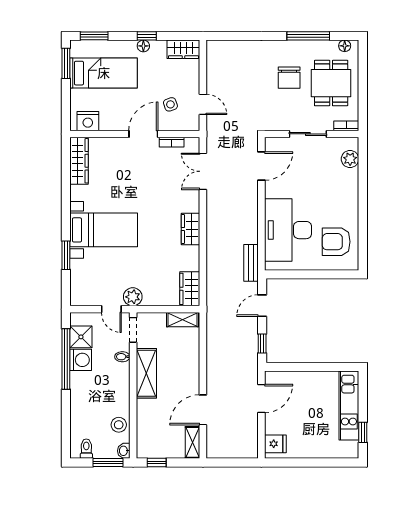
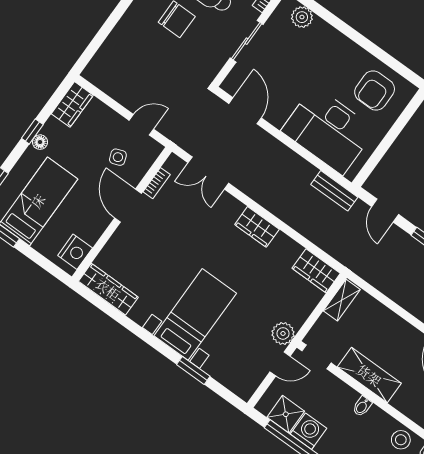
bidet: (122, 357) -> (362, 406), moved

